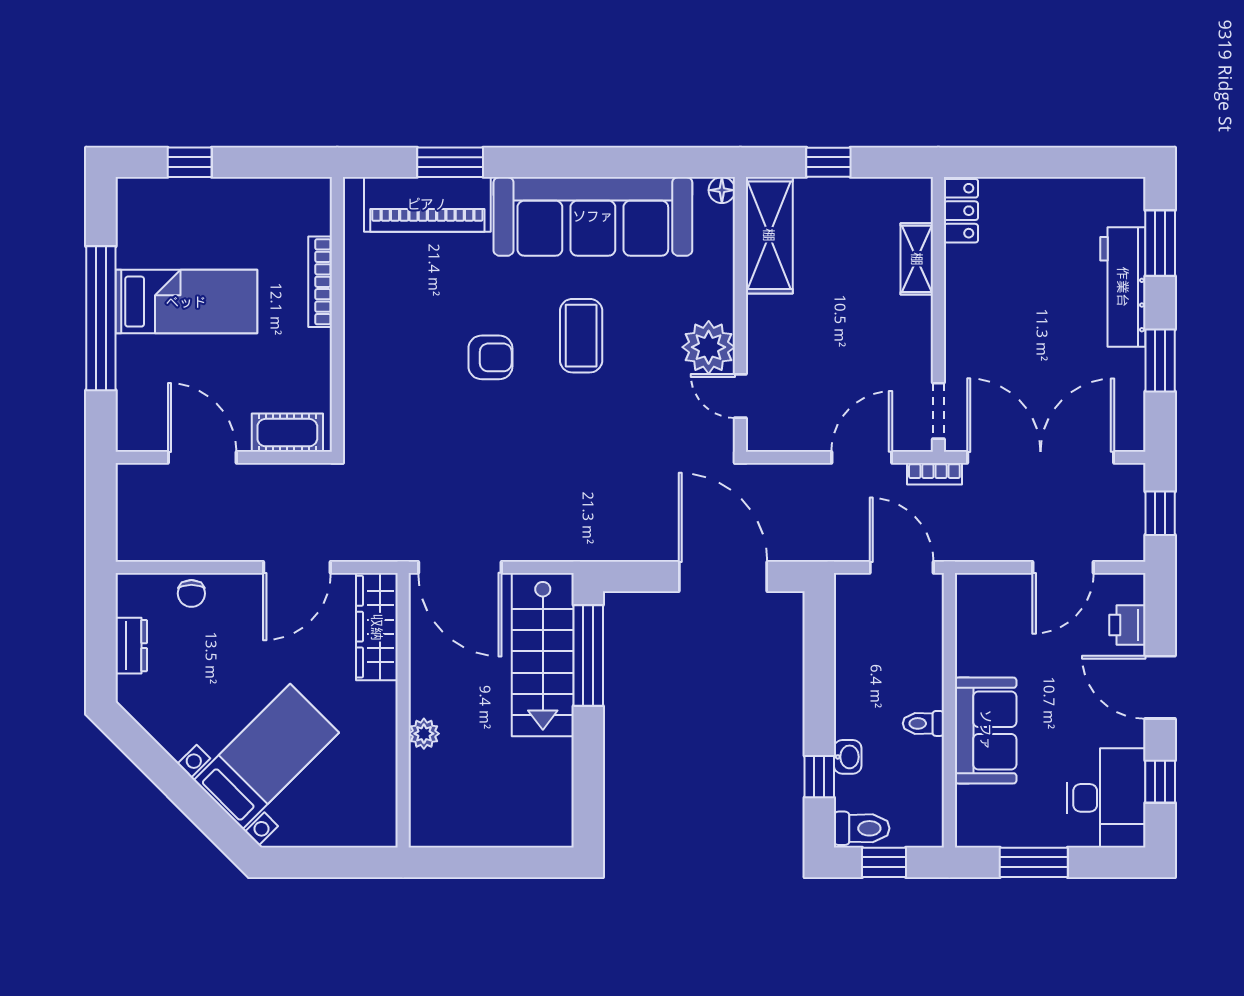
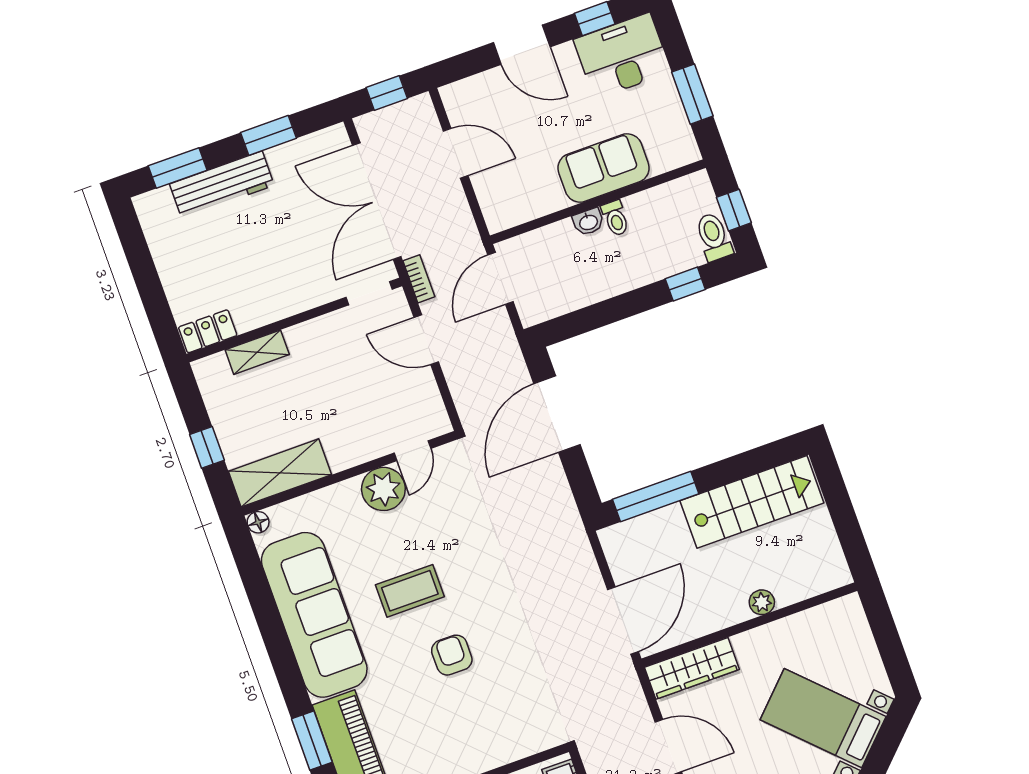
printer: (1127, 625) -> (483, 87), removed
stairs: (543, 655) -> (752, 502), moved
door: (1160, 687) -> (522, 45), hinge flipped
washbasin: (848, 757) -> (588, 222), moved, turned 180

